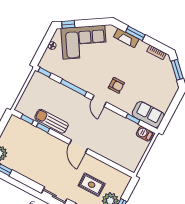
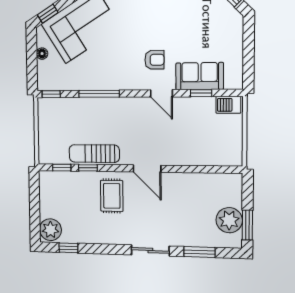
door: (99, 101) -> (162, 93), moved
sofa: (148, 114) -> (200, 76), moved
rug: (92, 185) -> (112, 196), moved, turned 90

